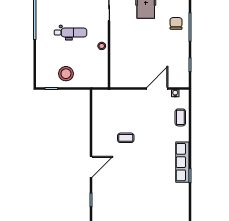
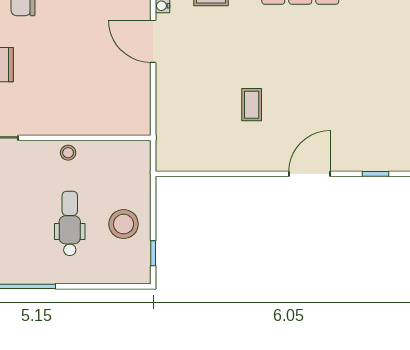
dental chair: (70, 32) -> (70, 223), moved
door: (91, 167) -> (310, 174), hinge flipped

